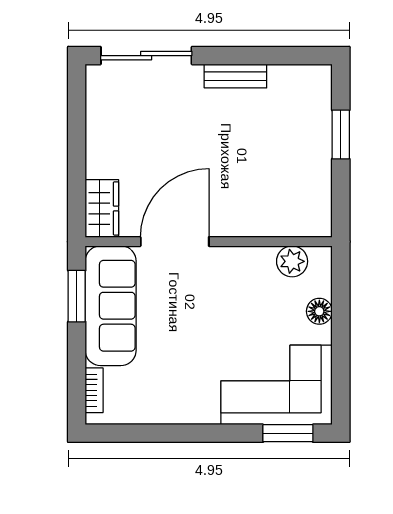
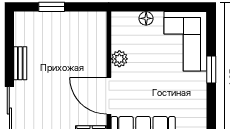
plant: (292, 261) -> (119, 59), moved
window: (288, 433) -> (211, 70), moved

